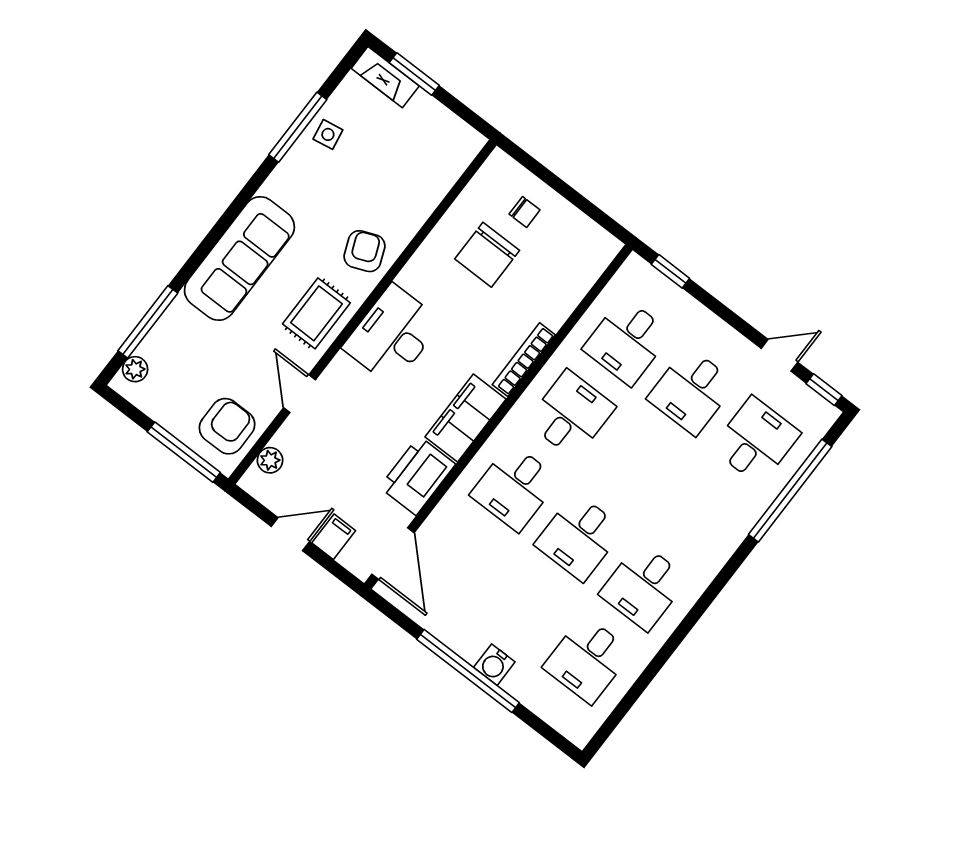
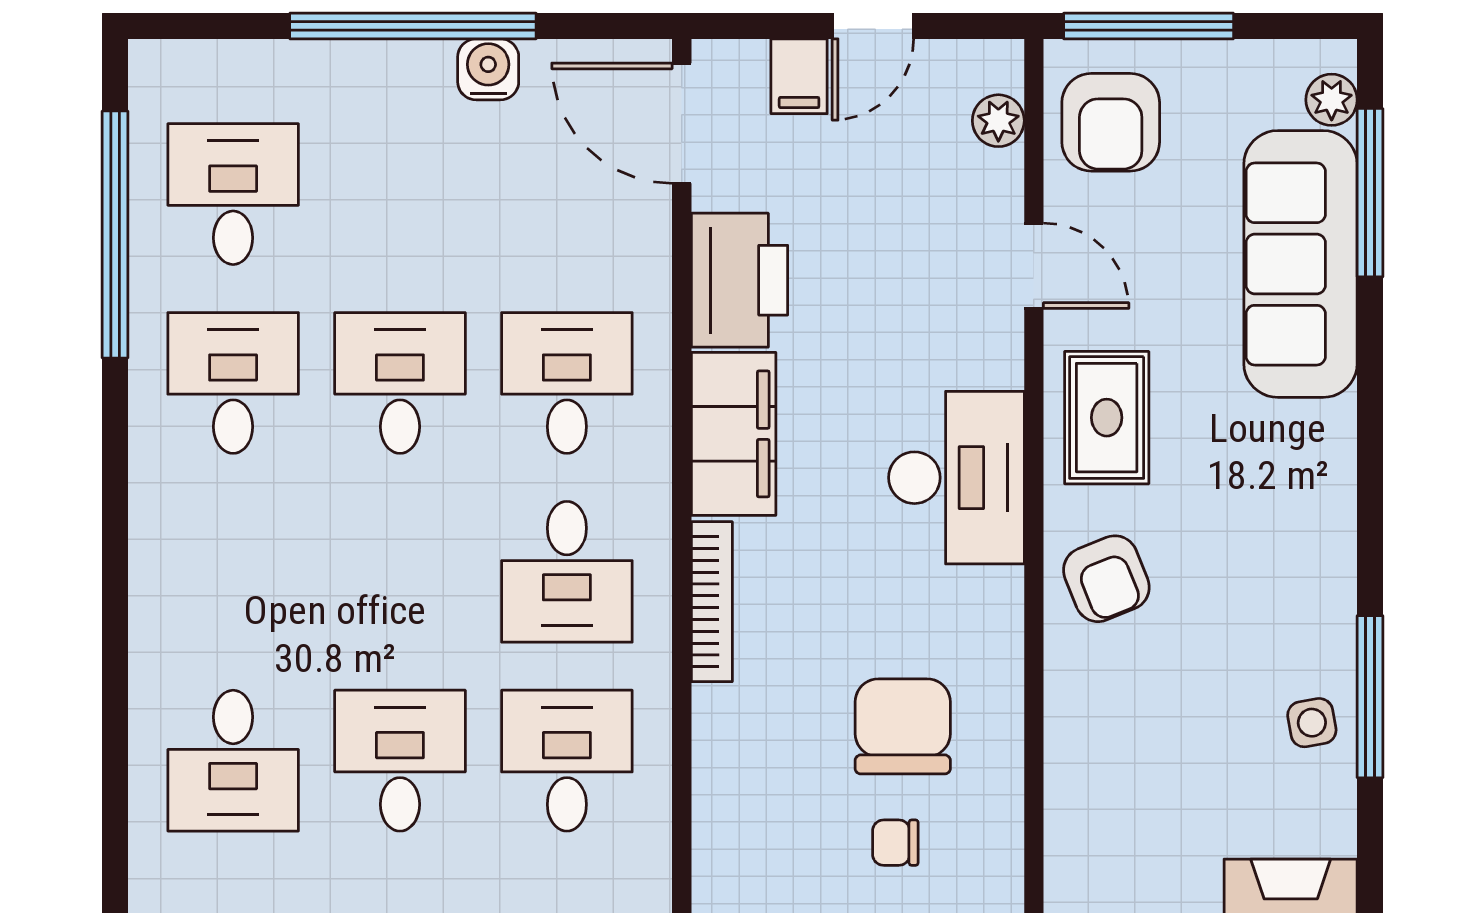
sofa: (239, 258) -> (1300, 264), moved
window: (790, 491) -> (115, 234), moved
water cooler: (494, 665) -> (488, 69), moved

